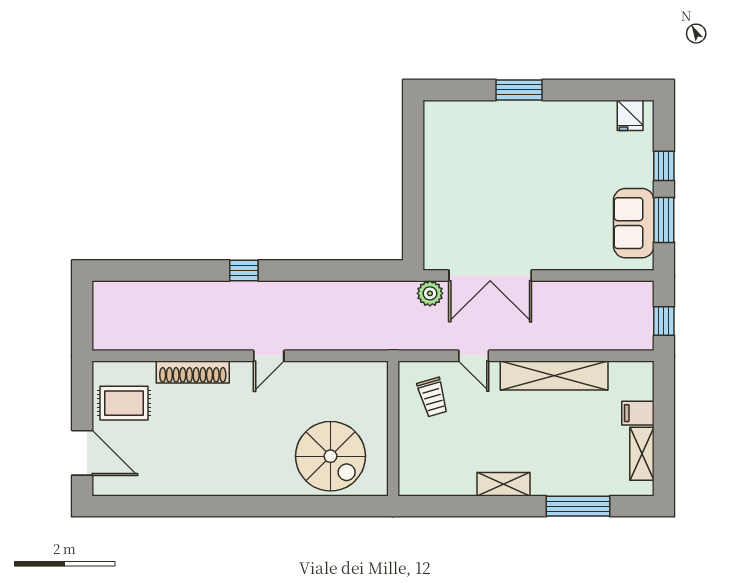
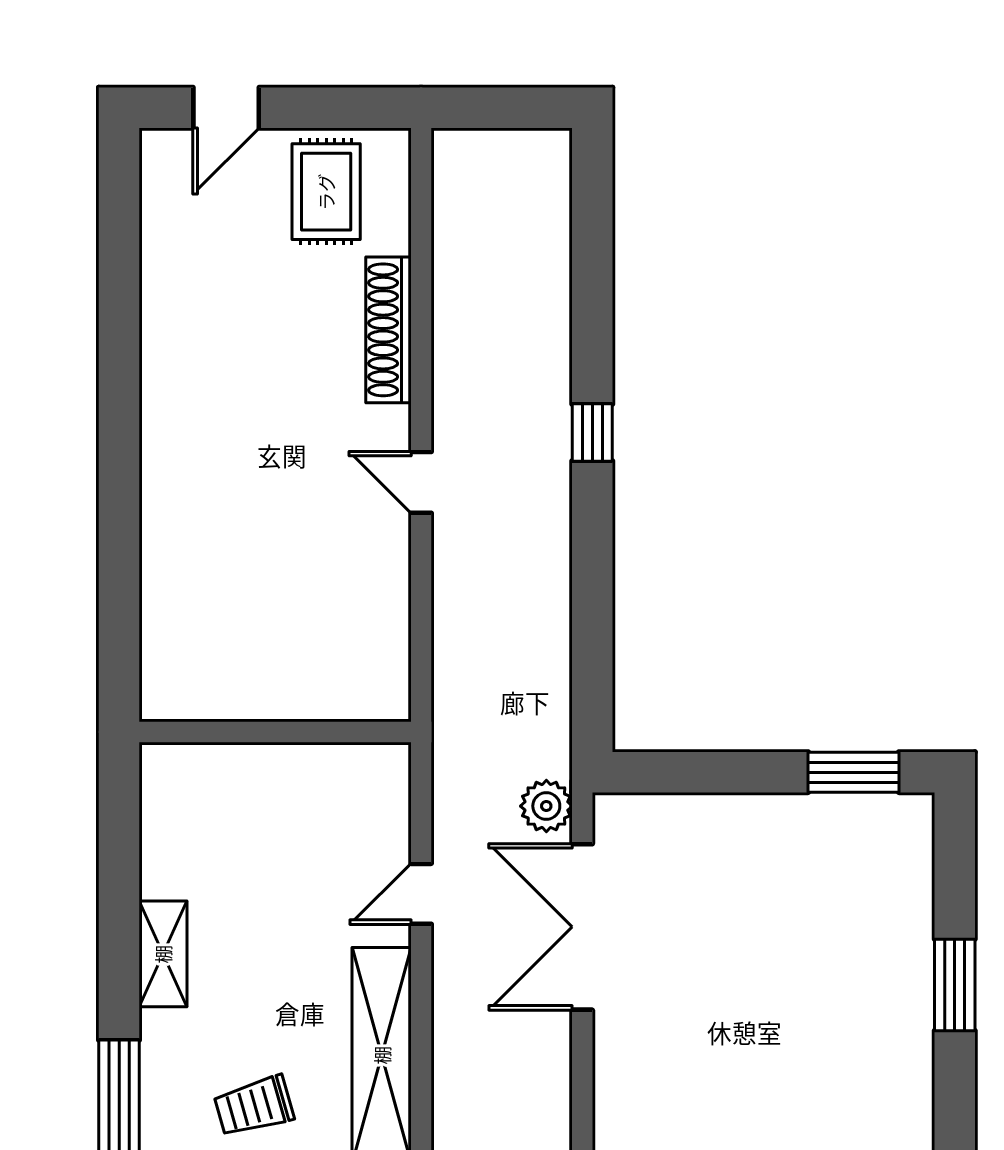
window: (413, 140) -> (854, 772), added
trolley: (433, 397) -> (254, 1106), moved
door: (82, 453) -> (226, 108), width x0.73
spiral stairs: (331, 456) -> (219, 606), removed

